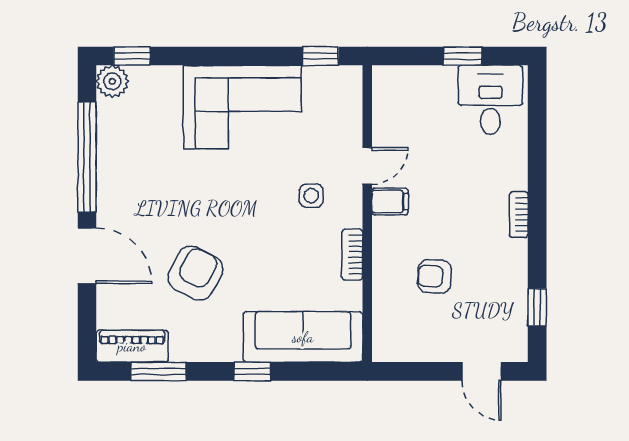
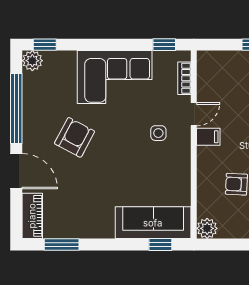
bookcase: (352, 255) -> (184, 78), moved
armchair: (195, 273) -> (75, 137), moved
piano: (132, 346) -> (32, 216), moved, turned 90
plant: (388, 346) -> (207, 228), added
window: (252, 371) -> (160, 244), moved

